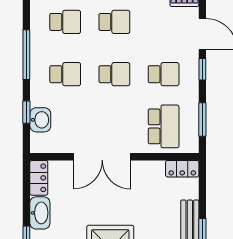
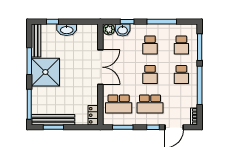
school desk: (164, 74) -> (150, 104), width x1.85
plant: (39, 143) -> (109, 29), added
double door: (102, 157) -> (100, 67), swing flipped
locker: (39, 178) -> (88, 29), removed

